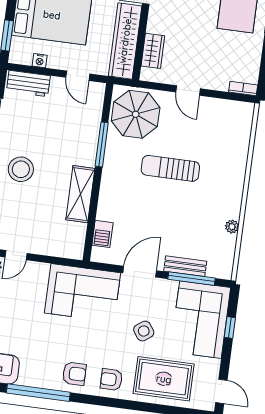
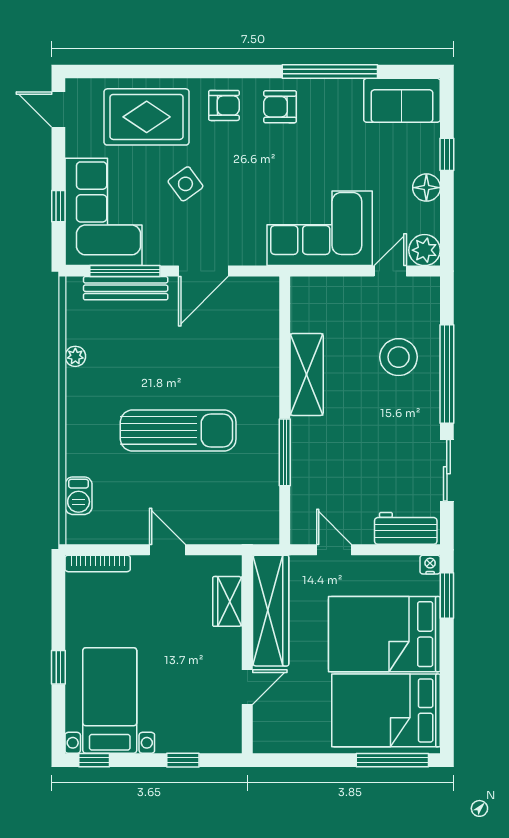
nightstand: (40, 61) -> (430, 565), moved
bookcase: (243, 89) -> (98, 563), width x1.56
parasol: (136, 114) -> (240, 504), removed
sun lounger: (170, 168) -> (178, 431), width x1.36, depth x1.34
stool: (21, 169) -> (399, 357), moved
barbecue: (102, 234) -> (79, 496), moved, turned 180
bench: (185, 266) -> (126, 288), width x1.36
corner sofa: (82, 293) -> (320, 228), moved

